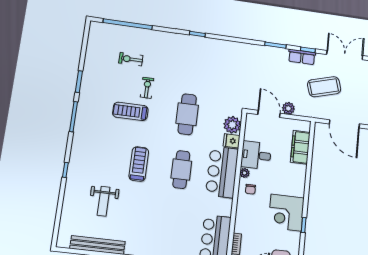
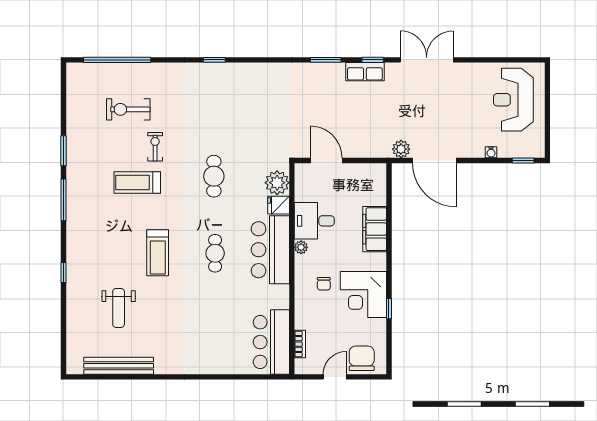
exercise bike: (131, 59) -> (128, 109), width x1.38, depth x1.39
coffee table: (324, 87) -> (401, 111), removed
plant: (288, 108) -> (401, 149), moved
cafe table: (187, 114) -> (214, 176), width x0.73, depth x0.74
filing cabinet: (300, 147) -> (375, 229), moved
treadmill: (139, 164) -> (158, 253), turned 180
cafe table: (181, 170) -> (215, 253), width x0.73, depth x0.74
chair: (250, 189) -> (324, 284), moved

